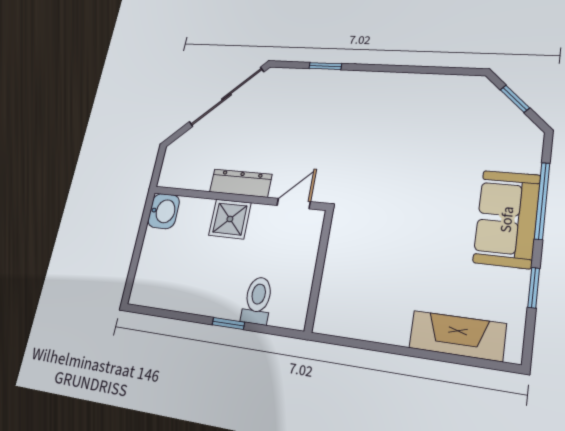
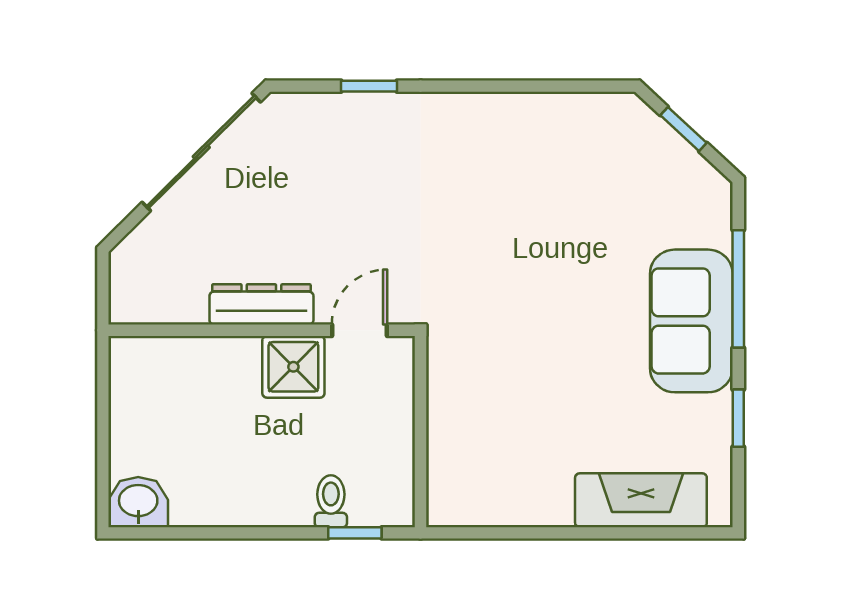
washbasin: (164, 211) -> (138, 502), moved, turned -90
shower: (230, 219) -> (293, 367), moved
toilet: (257, 300) -> (331, 501), width x0.73, depth x0.72
window: (228, 323) -> (355, 533), moved

